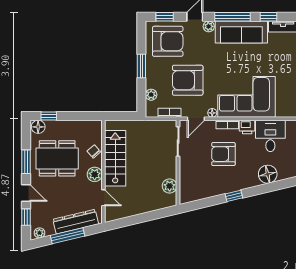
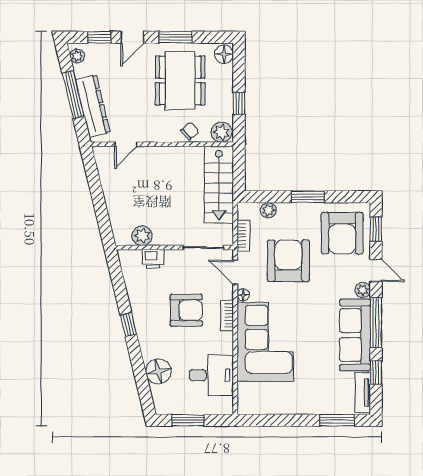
window: (49, 116) -> (239, 103), moved
printer: (247, 127) -> (153, 259), moved, turned -90
armchair: (223, 154) -> (186, 310), turned 90
stairs: (115, 158) -> (219, 185), moved, turned 90
plant: (95, 174) -> (221, 132), moved

